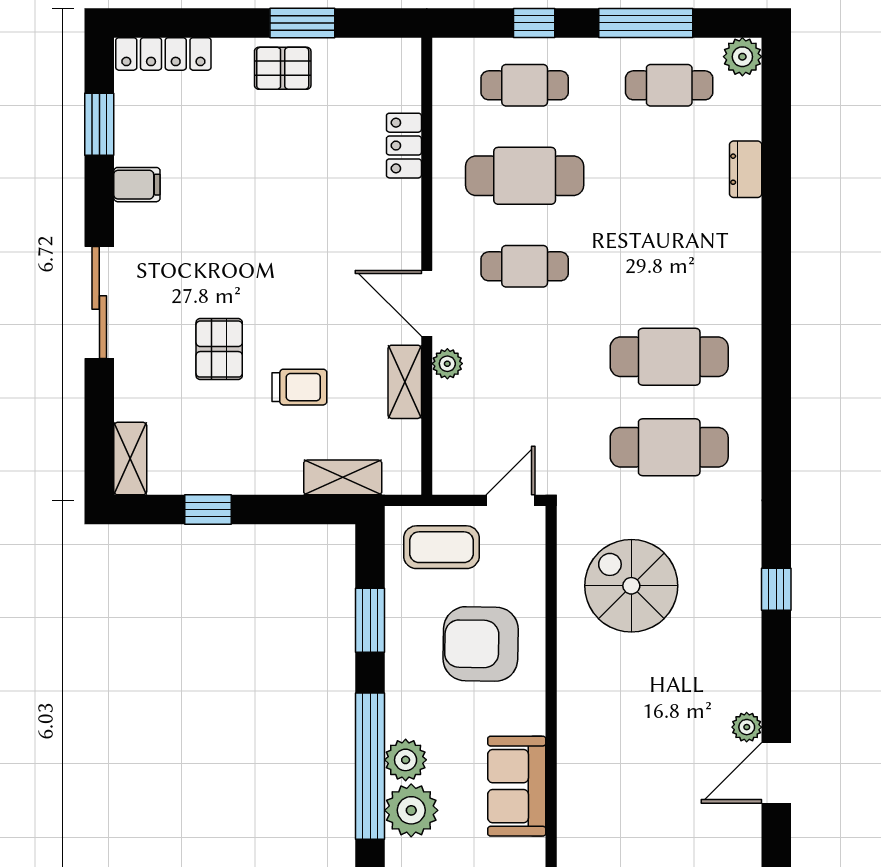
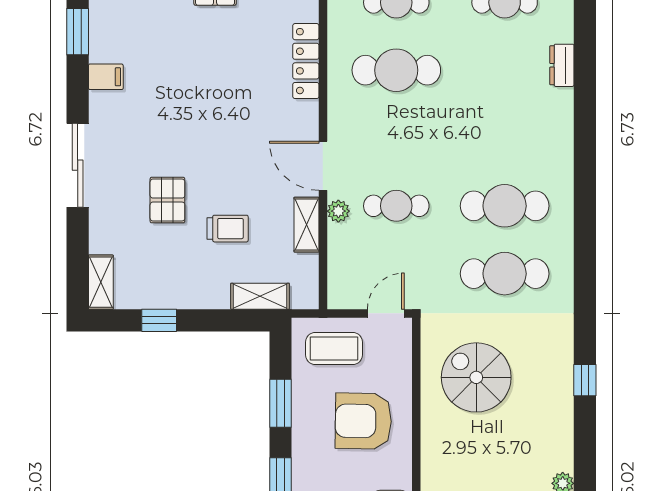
locker: (404, 146) -> (306, 61), width x1.53
cafe table: (525, 266) -> (396, 206), moved

